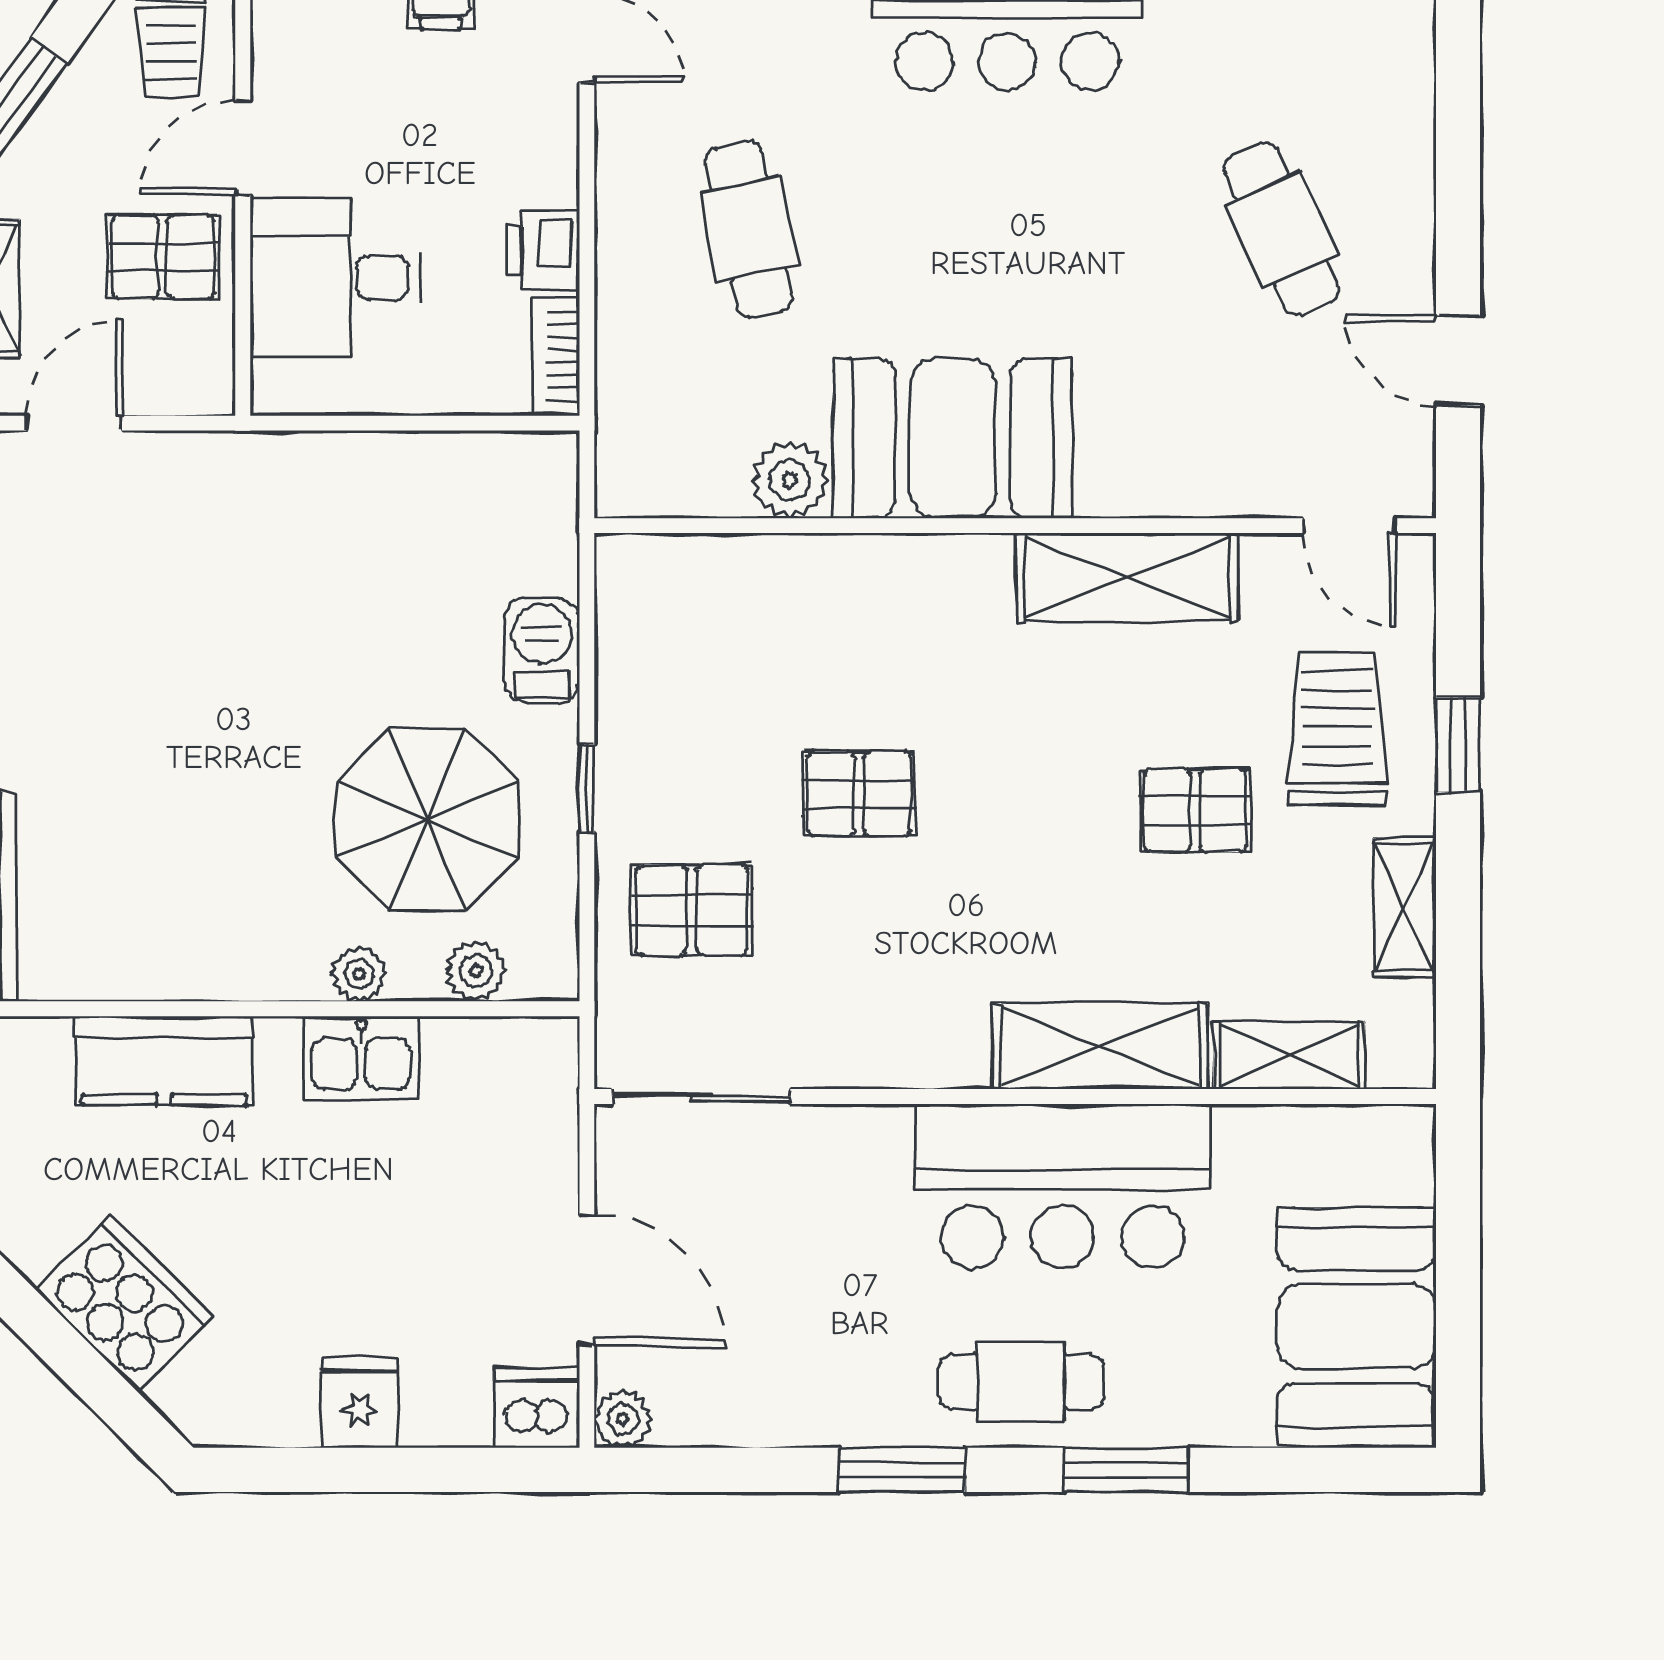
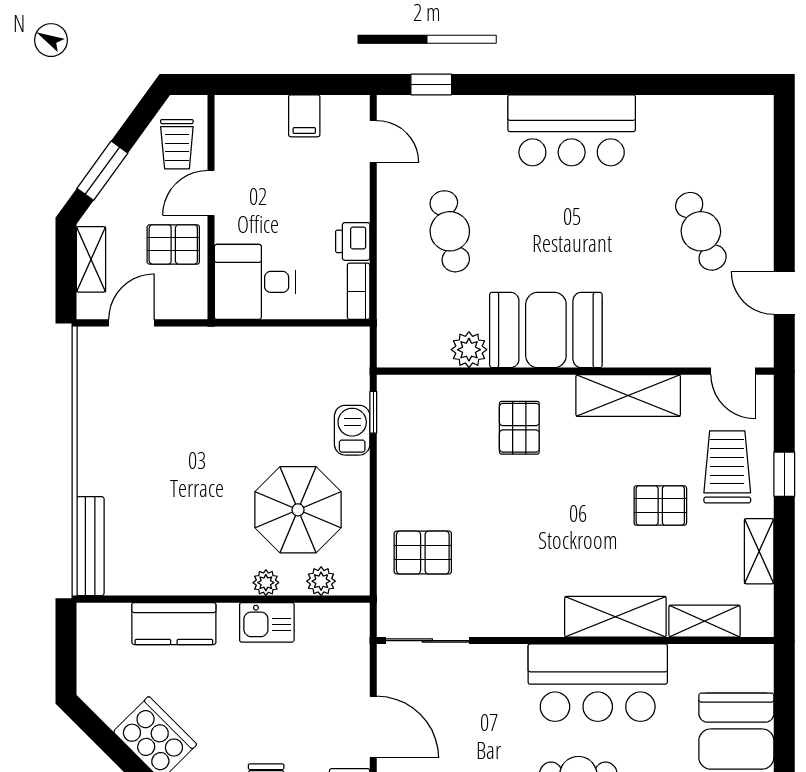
desk: (336, 278) -> (255, 282), moved
window: (587, 788) -> (373, 412), moved
pallet: (859, 794) -> (519, 428), moved, turned 90

